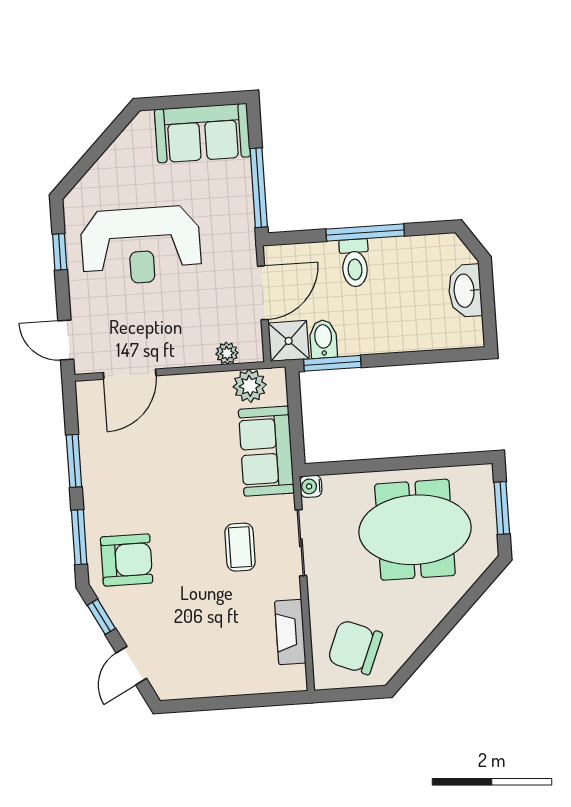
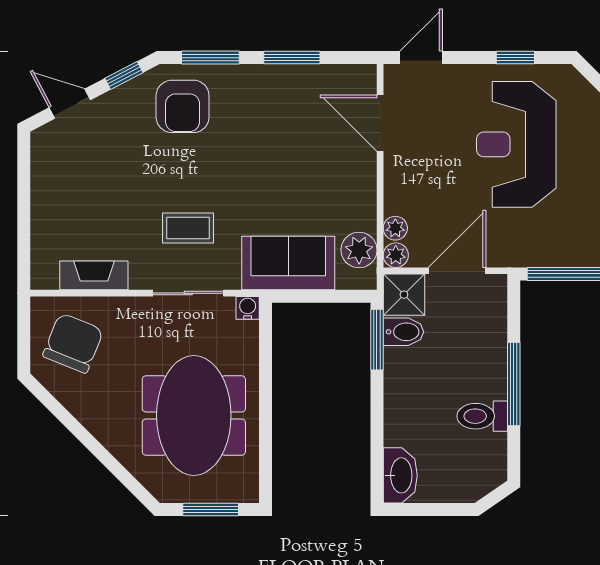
toilet: (355, 263) -> (482, 416), moved
washbasin: (465, 291) -> (400, 475), moved, turned 90
door: (263, 293) -> (457, 271), swing flipped
plant: (252, 351) -> (396, 255), added

